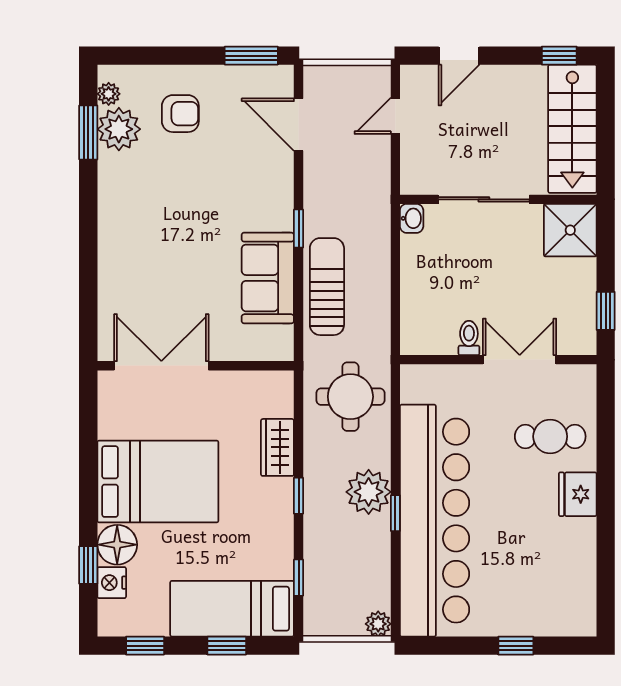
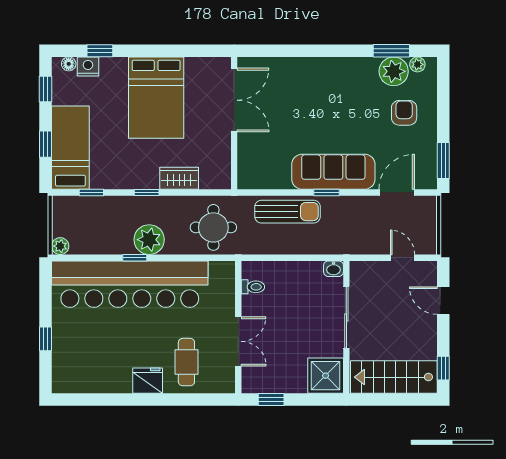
armchair: (180, 114) -> (404, 113), turned 180
sofa: (268, 278) -> (333, 172), moved, width x1.36
toilet: (469, 338) -> (253, 287), moved
floor lamp: (117, 545) -> (69, 64), moved, width x0.53, depth x0.53

